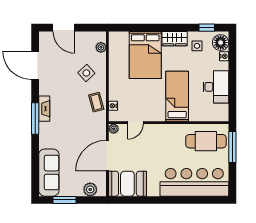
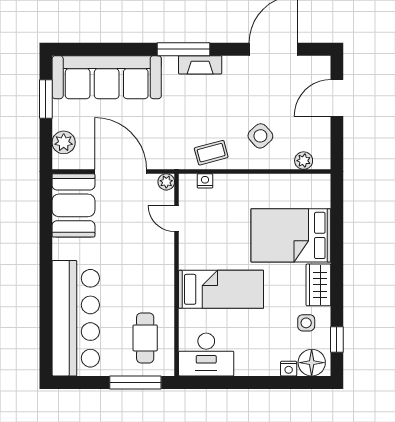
desk: (216, 87) -> (206, 355), moved
cafe table: (206, 141) -> (145, 338), width x0.73, depth x0.74
sofa: (49, 173) -> (107, 77), width x1.36, depth x1.27

